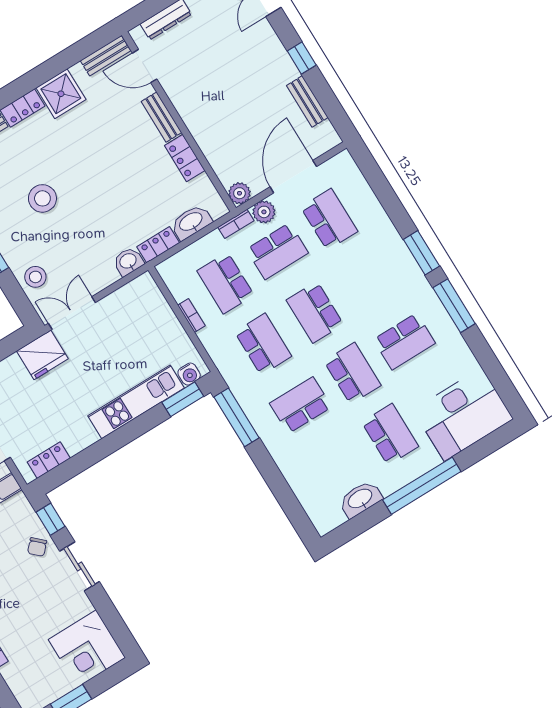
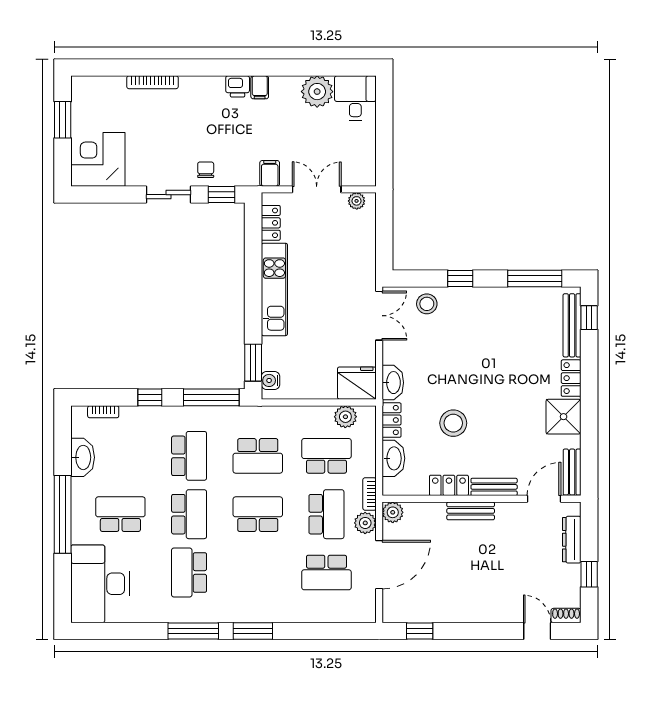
window: (302, 58) -> (420, 631), moved
bench: (307, 101) -> (471, 511), moved
door: (293, 177) -> (379, 565), hinge flipped
stool: (42, 198) -> (453, 423), moved
school desk: (277, 251) -> (326, 514), turned 180
washbasin: (128, 261) -> (393, 383), width x1.38
plant: (180, 288) -> (345, 417), added
bookcase: (191, 315) -> (103, 412), moved
fridge: (42, 355) -> (357, 383), moved, turned 90
school desk: (352, 373) -> (189, 514), turned -90
kitchen unit: (136, 402) -> (274, 289), moved
school desk: (390, 434) -> (120, 514), turned 180
window: (270, 472) -> (150, 397), added
chair: (37, 547) -> (206, 170), turned 47

